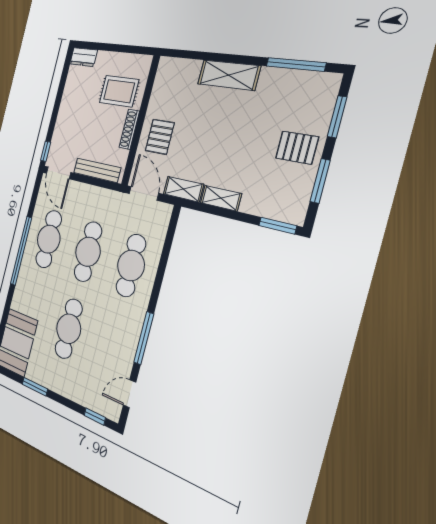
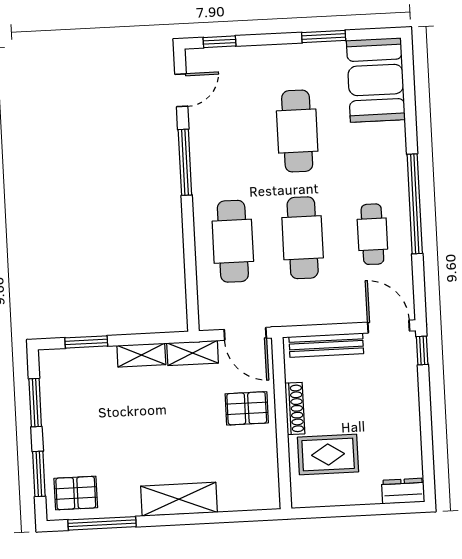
pallet: (160, 137) -> (247, 408), turned 90
pallet: (297, 148) -> (76, 493), moved
window: (278, 226) -> (86, 342), moved
cafe table: (49, 239) -> (372, 234), width x0.73, depth x0.74

